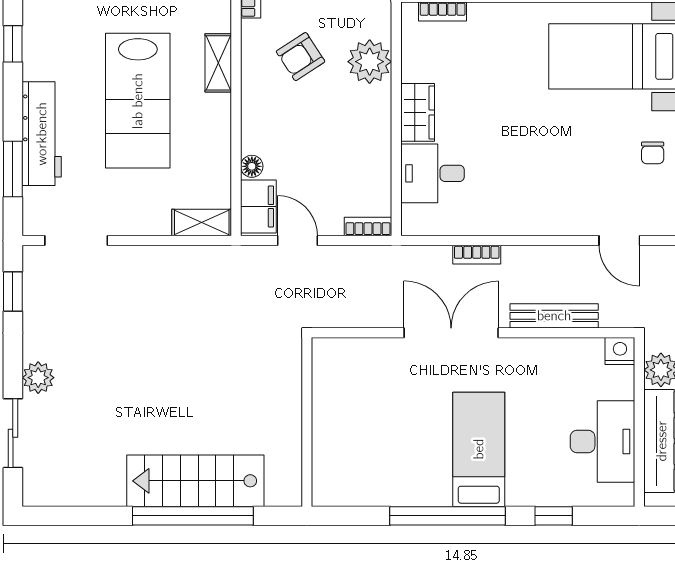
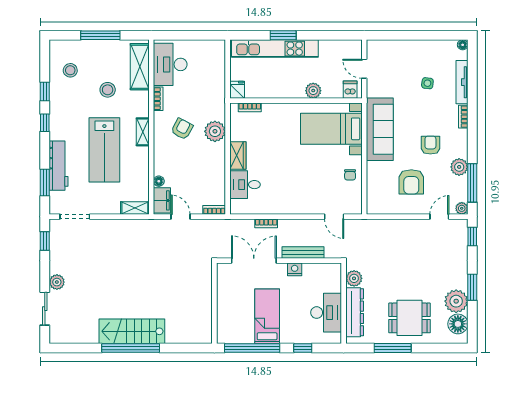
armchair: (301, 57) -> (182, 129), turned 151
nightstand: (620, 351) -> (295, 269), moved
wall: (307, 422) -> (214, 303), moved

